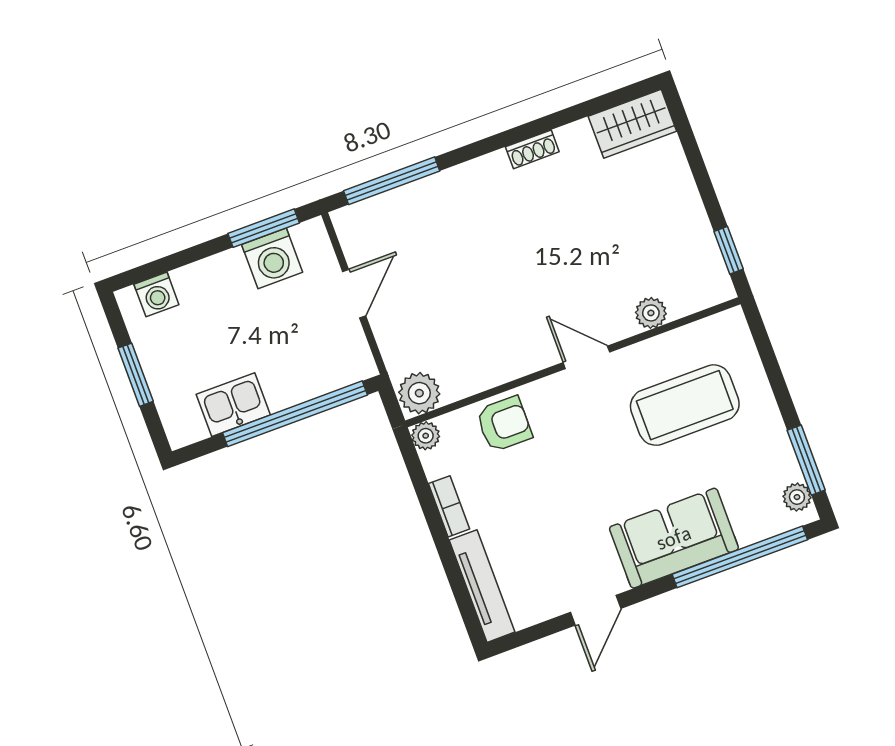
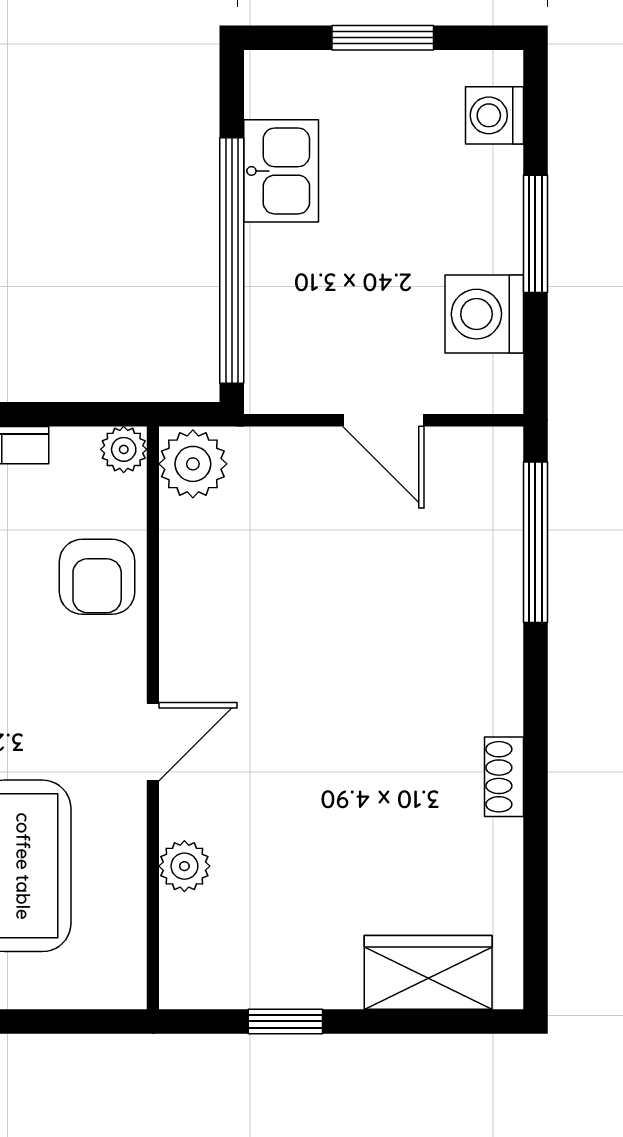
wardrobe: (632, 124) -> (428, 972), moved, turned 90
window: (264, 228) -> (535, 234), moved
window: (729, 250) -> (285, 1021), moved

